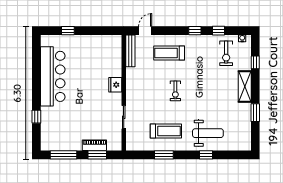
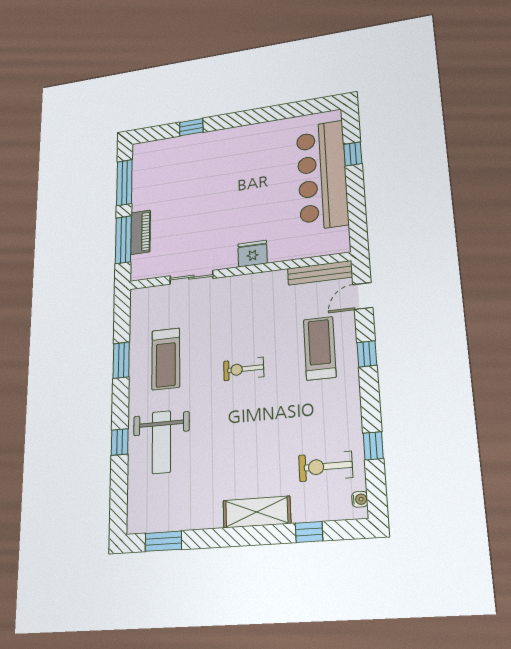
door: (145, 31) -> (363, 296), swing flipped
window: (195, 31) -> (367, 354), moved
bar counter: (53, 76) -> (322, 175), moved, turned 90
window: (255, 113) -> (163, 541), moved
window: (97, 155) -> (123, 240), width x1.44

